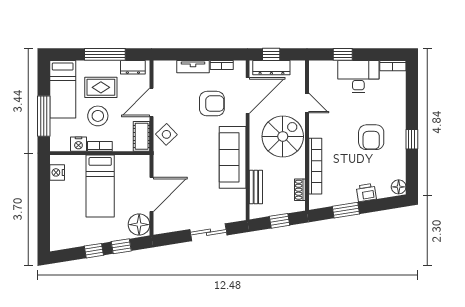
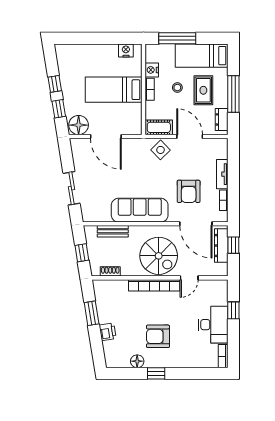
stool: (98, 116) -> (177, 88), width x0.53, depth x0.53
bookcase: (315, 166) -> (154, 285), moved
floor lamp: (399, 187) -> (137, 361), moved

